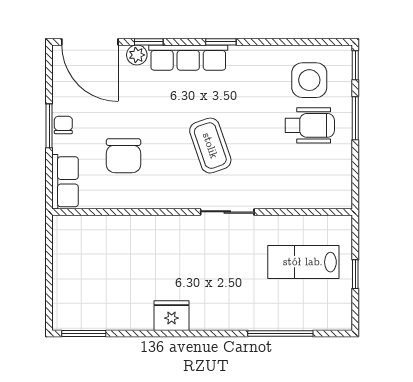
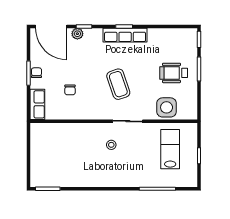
row of seats: (188, 58) -> (125, 35), moved
side table: (309, 80) -> (167, 107), moved
wheelchair: (310, 125) -> (174, 73), turned 180
chair: (124, 156) -> (70, 90), width x0.54, depth x0.54
stool: (198, 254) -> (111, 145), added
lab bench: (303, 262) -> (170, 149), turned 90
fridge: (172, 316) -> (97, 179), removed

